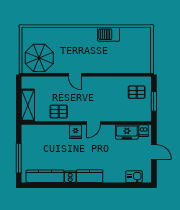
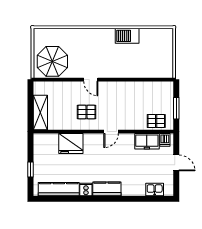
pallet: (137, 92) -> (156, 121), moved
pallet: (59, 112) -> (87, 112), moved
fridge: (76, 132) -> (71, 144), moved, width x1.88, depth x1.34
window: (19, 158) -> (30, 169), width x0.46

